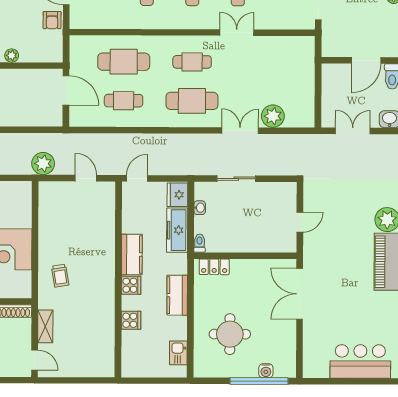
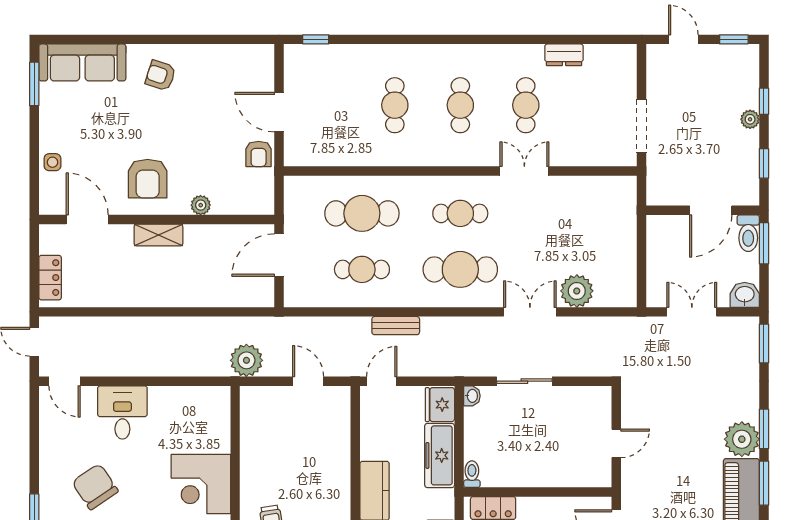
door: (66, 90) -> (279, 255), swing flipped
bench: (147, 140) -> (396, 326), added
washbasin: (200, 208) -> (472, 396), moved

